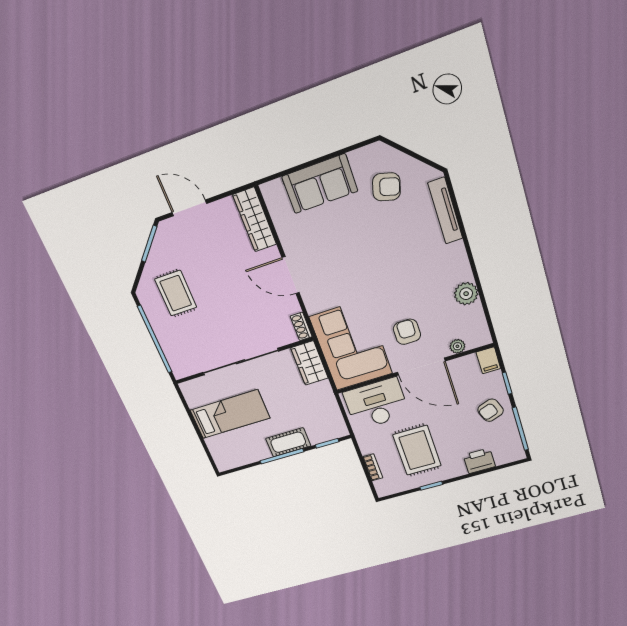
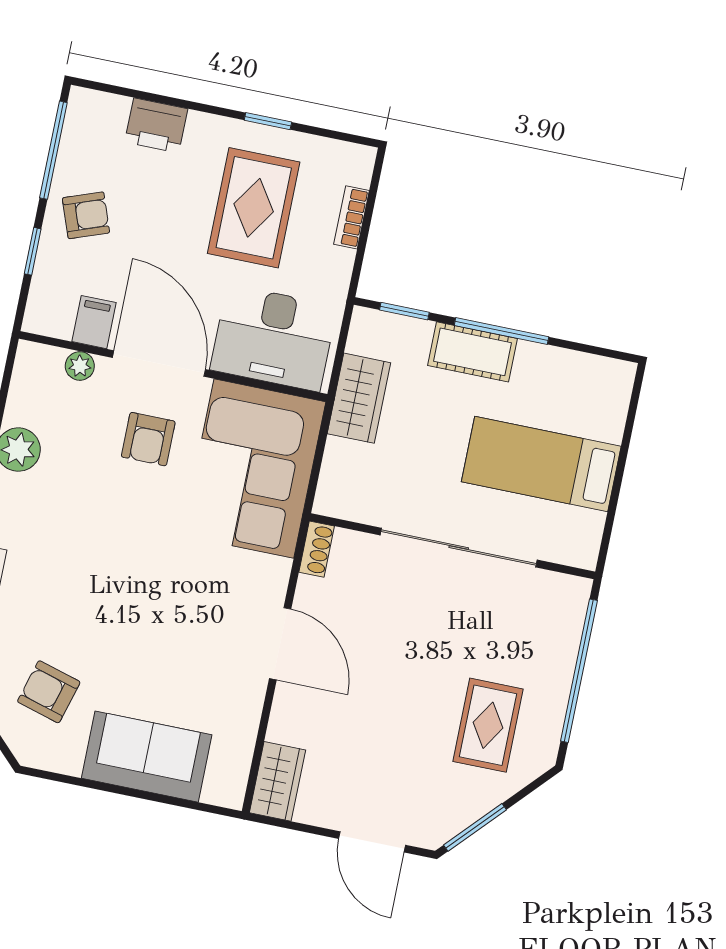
wardrobe: (255, 220) -> (277, 781), width x0.67
filing cabinet: (488, 360) -> (94, 322), moved
wardrobe: (309, 363) -> (359, 398), moved

